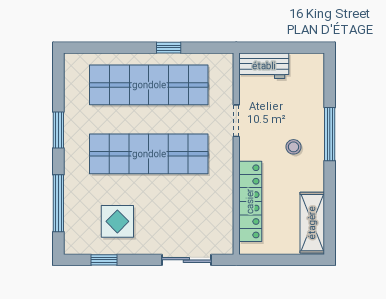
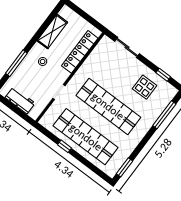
workbench: (264, 66) -> (20, 100), moved
window: (58, 130) -> (124, 167), moved
window: (330, 134) -> (16, 63), moved
shelving: (312, 223) -> (52, 32), moved

